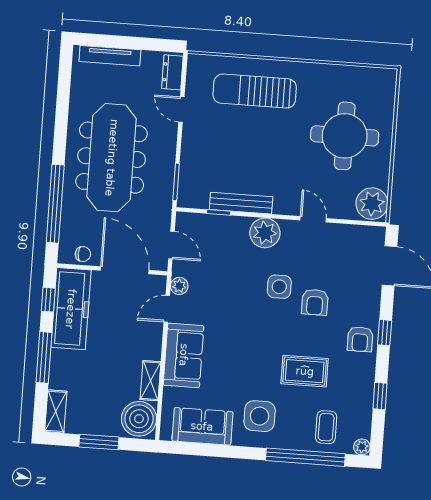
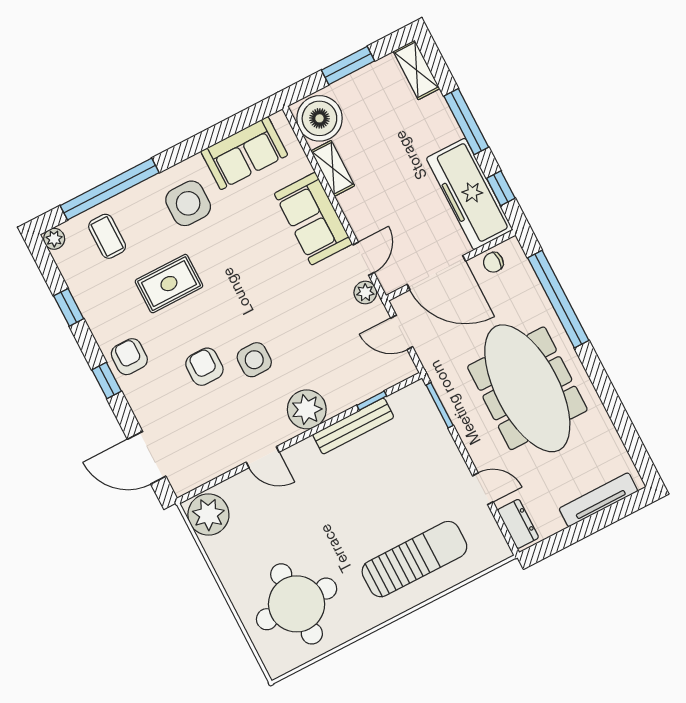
round table: (345, 136) -> (297, 604), moved

